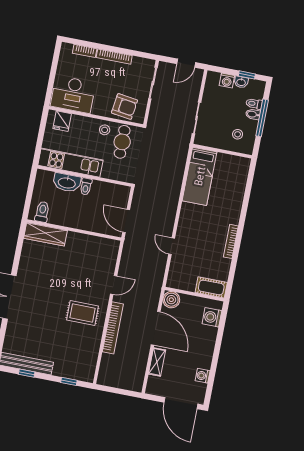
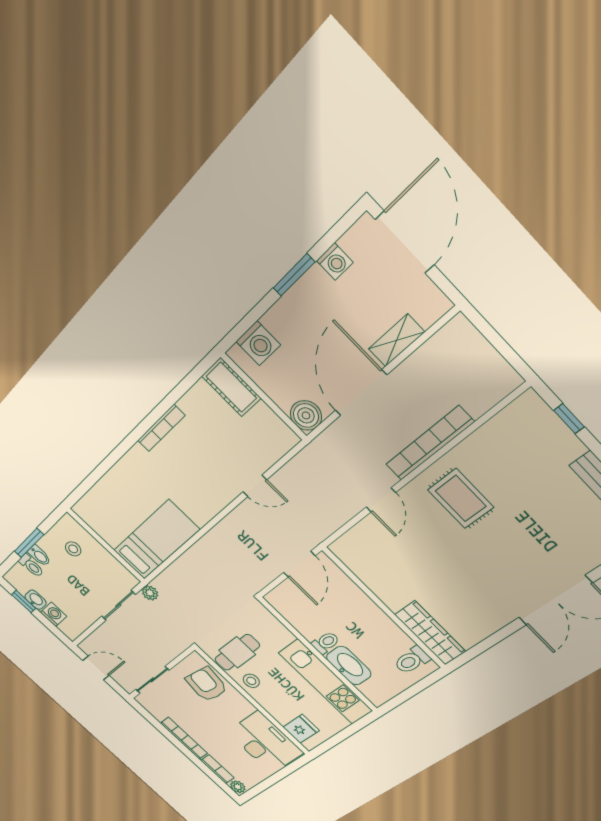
plant: (67, 48) -> (238, 787), added
window: (262, 118) -> (29, 543), width x0.69
plant: (185, 141) -> (150, 593), added
door: (172, 246) -> (255, 486), hinge flipped
door: (114, 285) -> (381, 500), swing flipped
window: (215, 358) -> (294, 275), added

